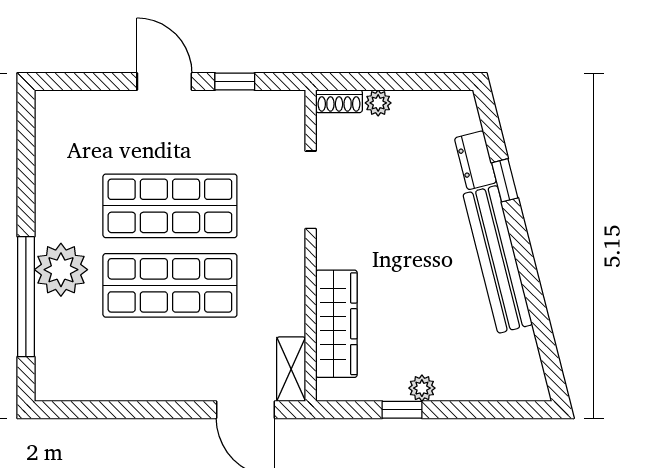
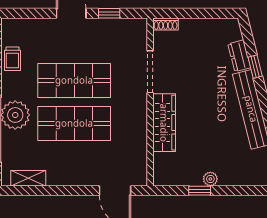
plant: (378, 103) -> (187, 25), removed
trolley: (56, 166) -> (12, 59), added
wardrobe: (336, 324) -> (164, 123), moved
shelving: (291, 369) -> (28, 178), moved, turned 90

